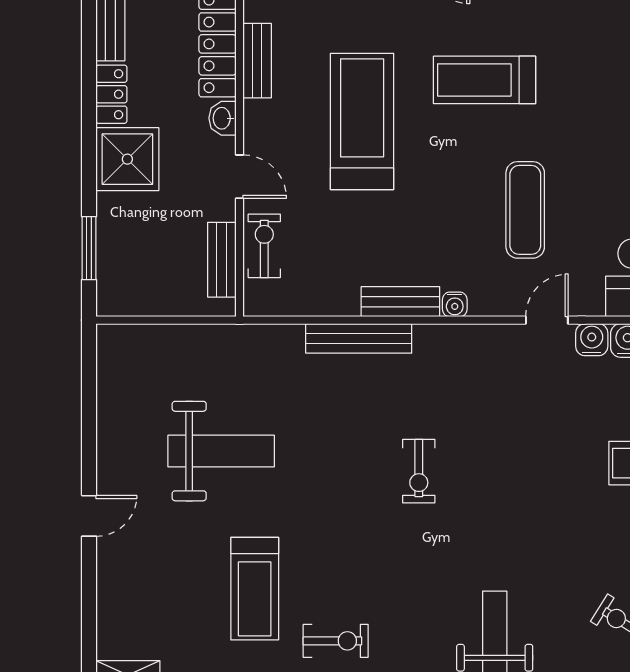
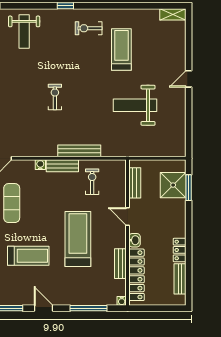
treadmill: (362, 121) -> (78, 239), turned 180
shower: (127, 159) -> (173, 185), moved
exercise bike: (264, 246) -> (92, 182), moved, turned 180

